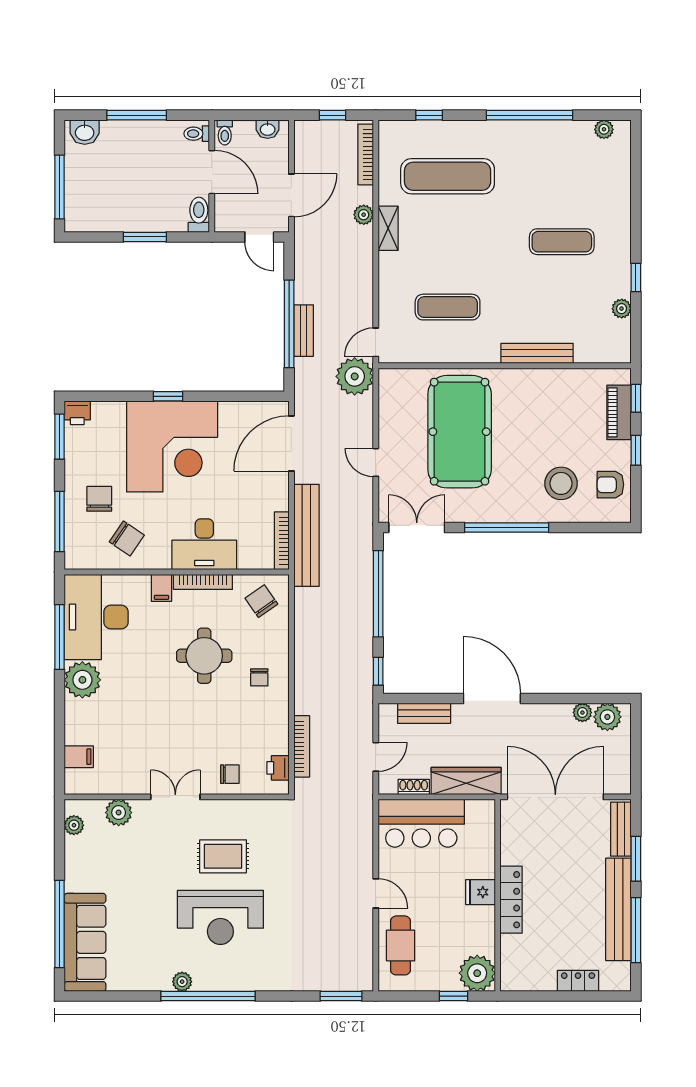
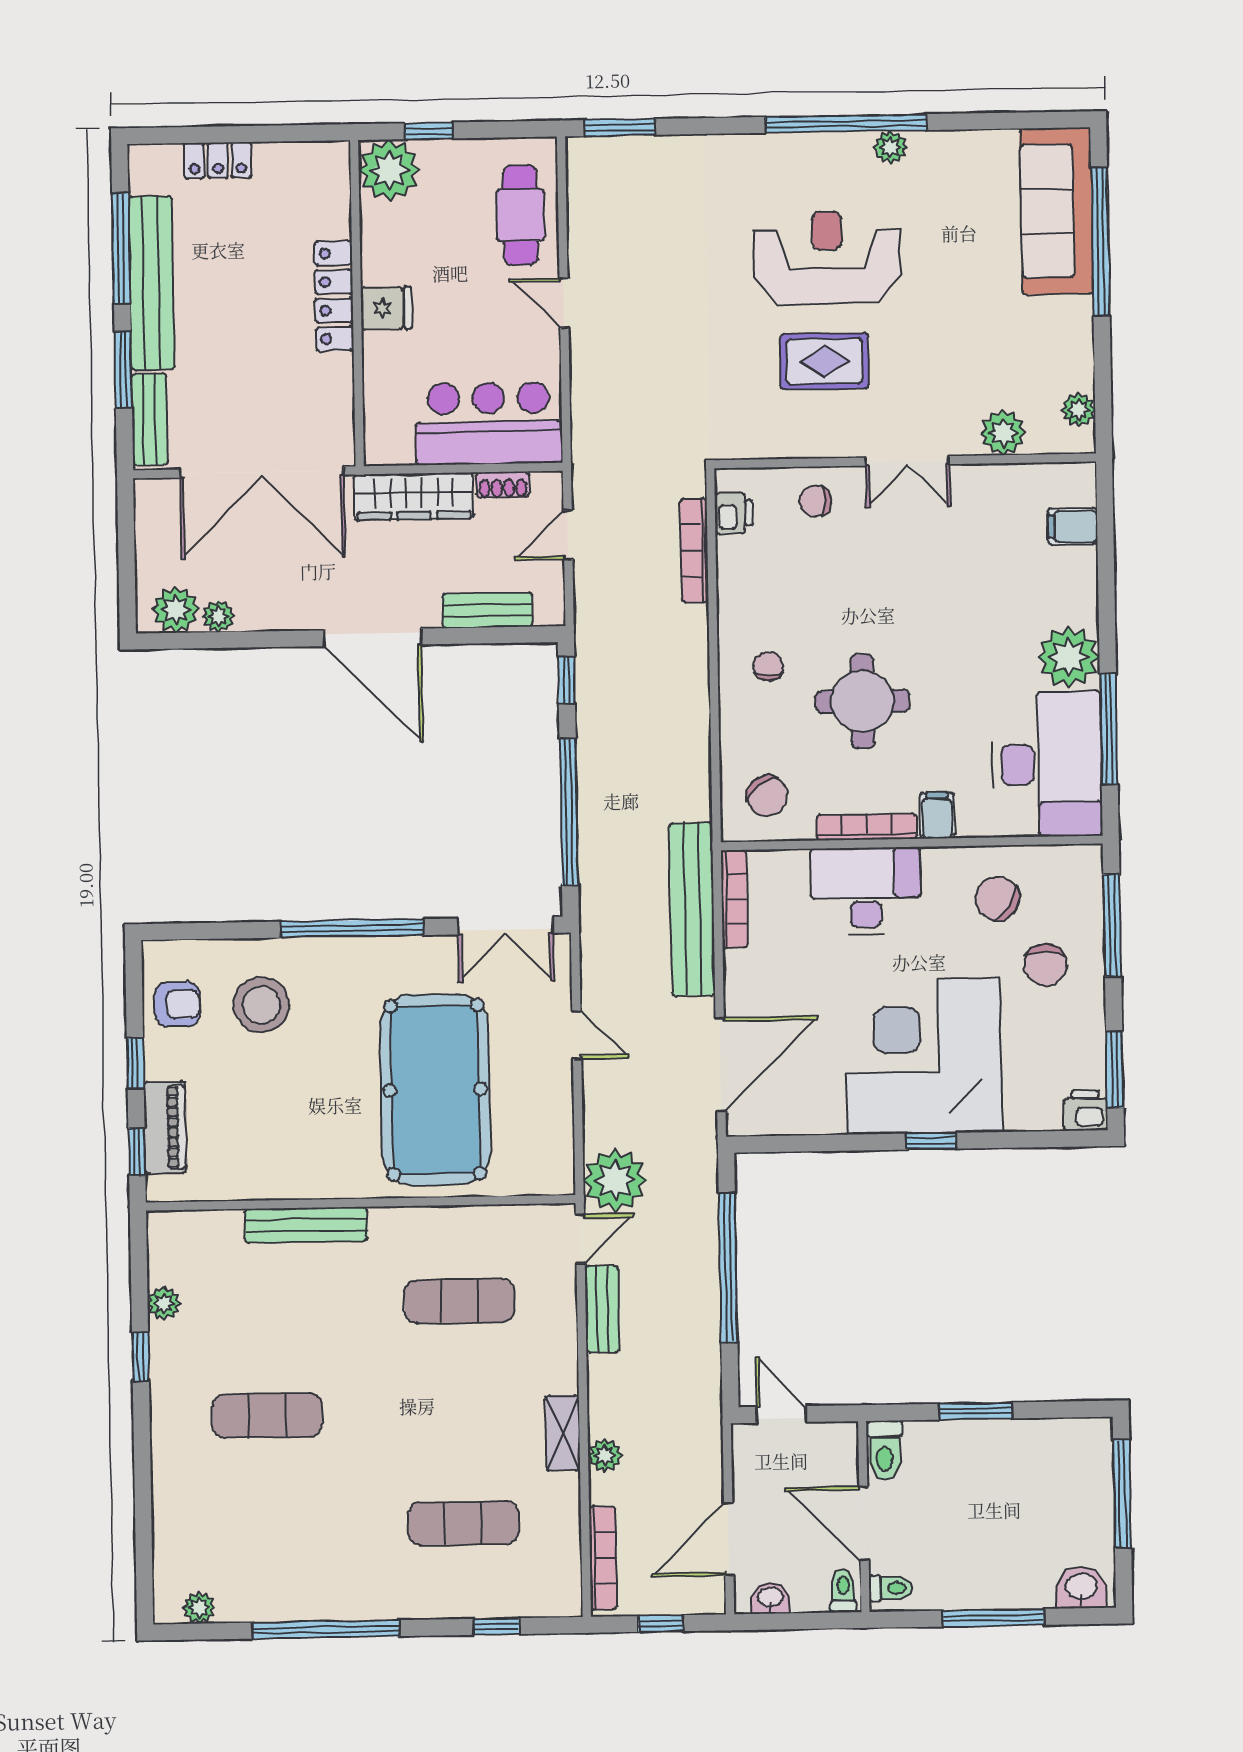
exercise mat: (448, 176) -> (463, 1523), width x0.73, depth x0.69
door: (291, 195) -> (729, 1539), moved
bench: (304, 331) -> (602, 1309), moved

